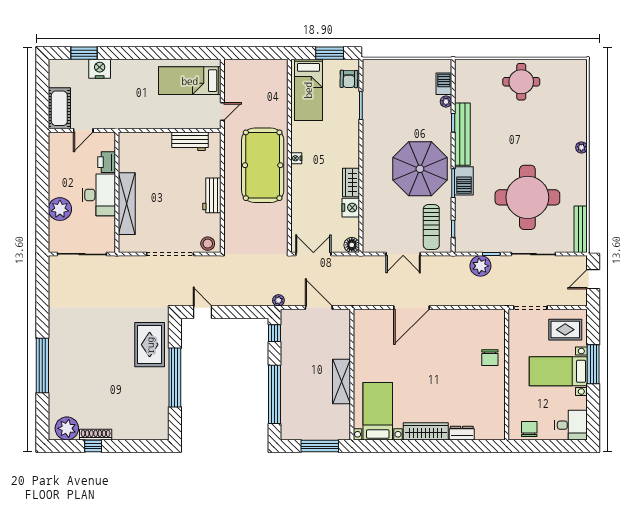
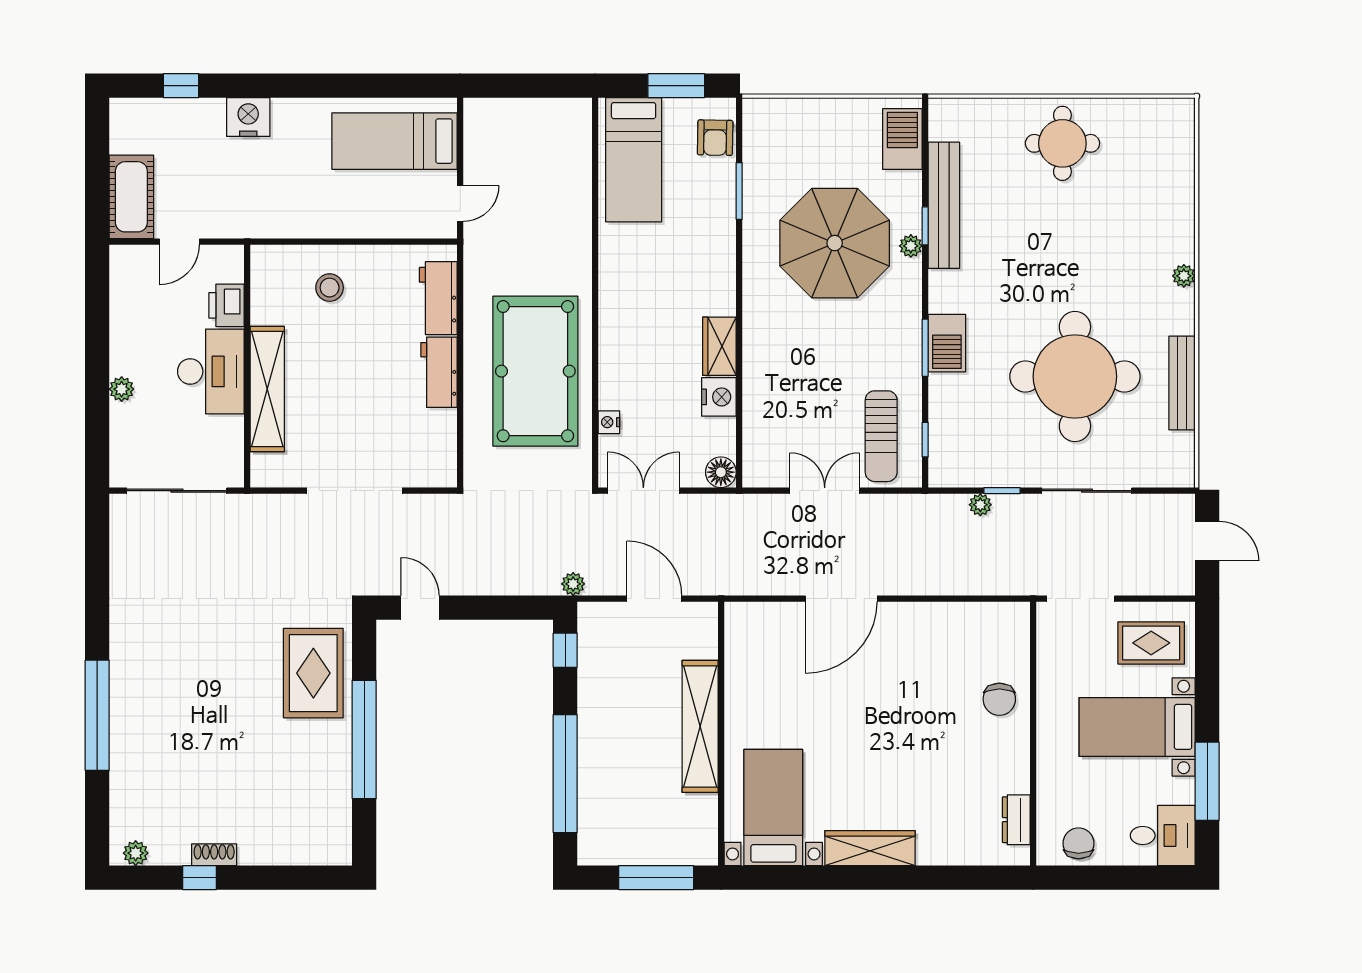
window: (84, 53) -> (181, 86), width x0.67
nightstand: (100, 69) -> (248, 117), moved
barbecue: (444, 84) -> (902, 139), width x1.38, depth x1.27
plant: (446, 102) -> (911, 246), moved
bench: (462, 134) -> (944, 205), moved
workbench: (190, 141) -> (438, 298), moved, turned 90
nightstand: (296, 158) -> (609, 422), moved
pool table: (263, 165) -> (535, 371), moved
parasol: (420, 169) -> (835, 243), moved
plant: (60, 209) -> (122, 389), width x0.53, depth x0.53
bench: (581, 229) -> (1182, 383), moved
stool: (208, 244) -> (330, 288), moved
double door: (403, 254) -> (825, 491), swing flipped
plant: (480, 266) -> (980, 505), width x0.53, depth x0.53
door: (593, 279) -> (1207, 541), swing flipped
window: (593, 364) -> (1207, 781), moved
shelving: (342, 381) -> (700, 726), width x1.47
plant: (67, 428) -> (136, 853), width x0.53, depth x0.53
dresser: (462, 433) -> (1016, 820), moved, turned -90
shoe rack: (96, 435) -> (214, 855), width x0.70

